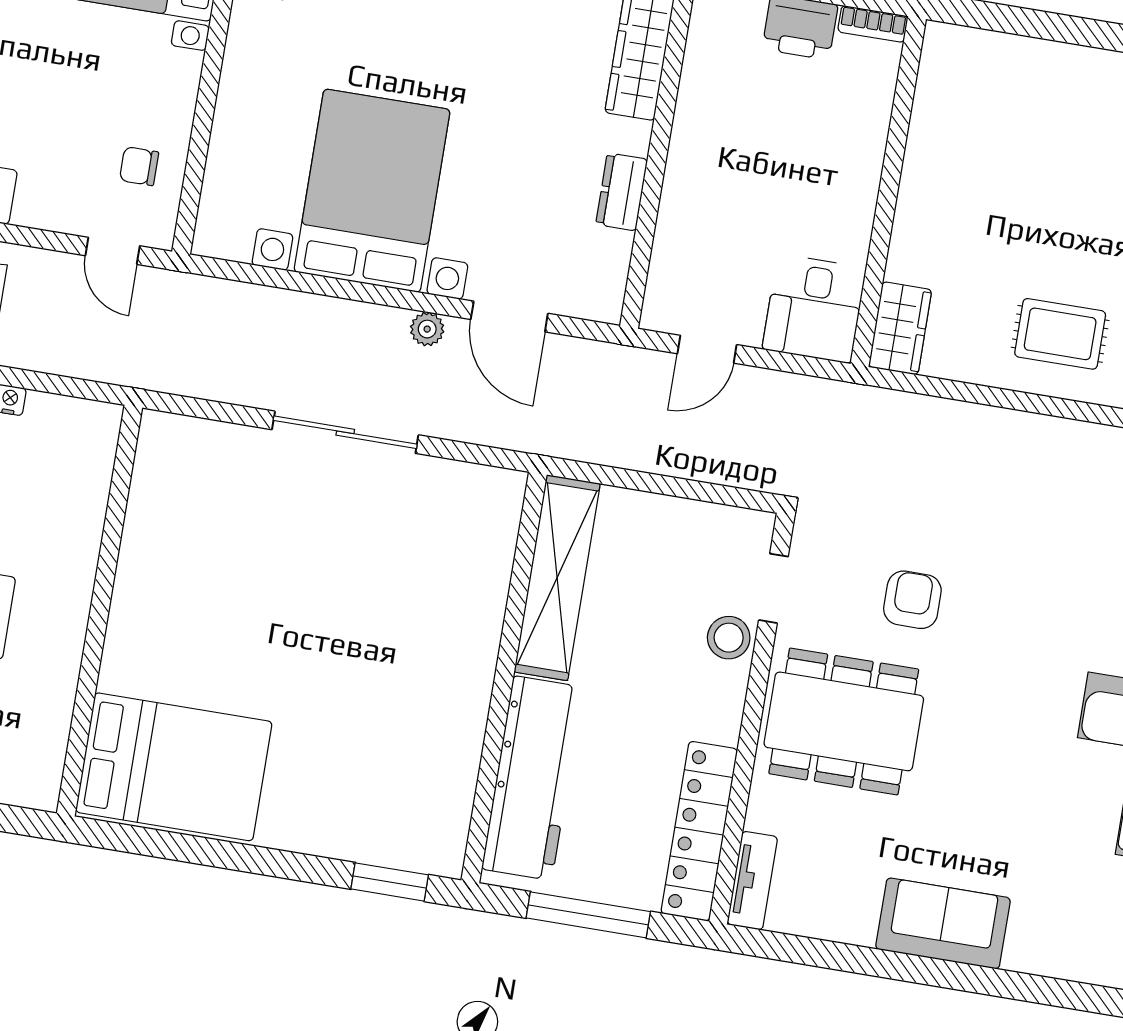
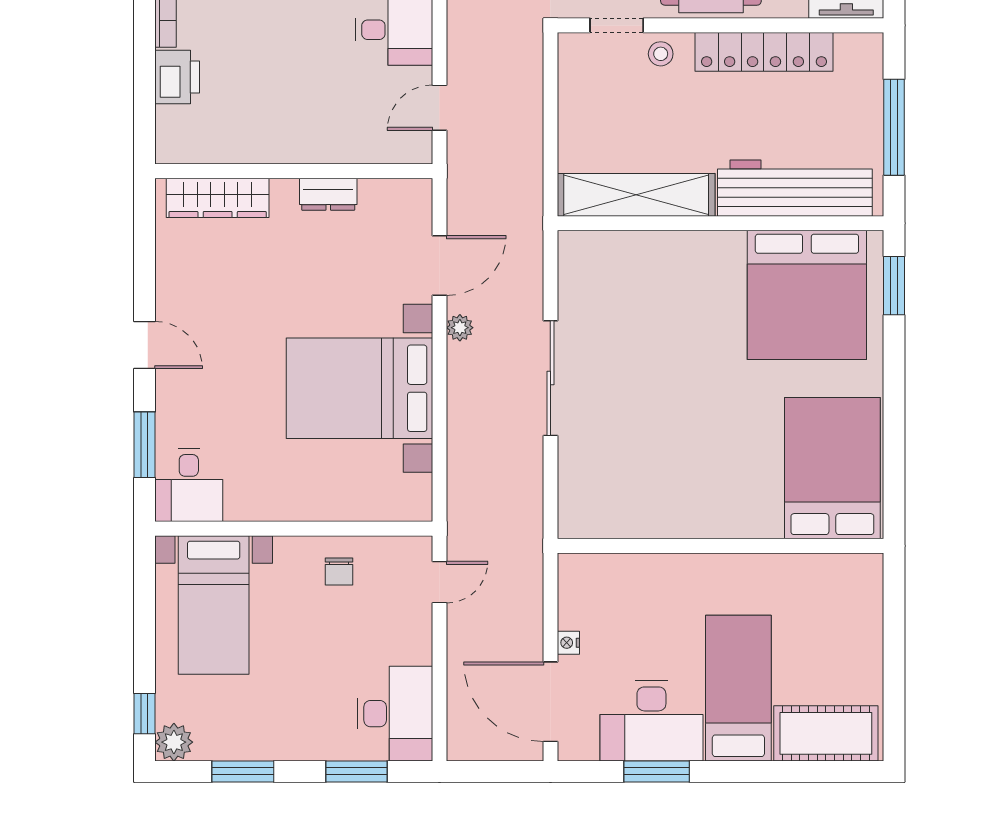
chair: (139, 166) -> (339, 571), moved
door: (707, 349) -> (439, 108), swing flipped
stool: (729, 638) -> (661, 54), width x0.73, depth x0.73
bed: (396, 771) -> (807, 295), added
locker: (699, 831) -> (764, 52), moved

